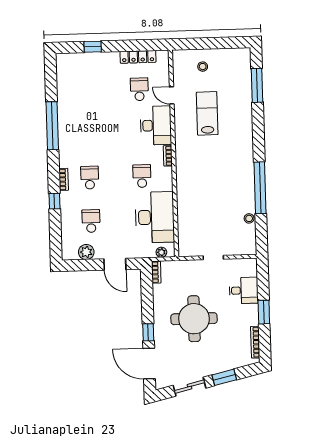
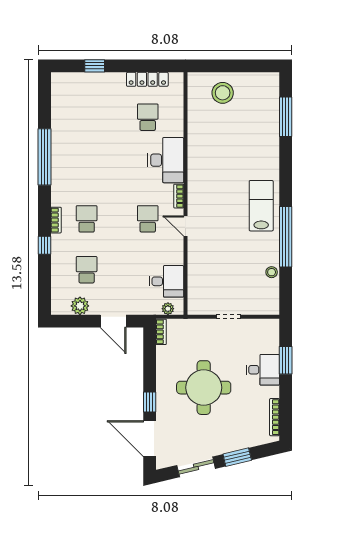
stool: (203, 67) -> (223, 93), width x1.89, depth x1.89
door: (172, 95) -> (185, 226), moved
lab bench: (207, 113) -> (261, 206), moved
desk: (155, 217) -> (166, 281), width x0.53, depth x0.77
desk: (244, 290) -> (263, 370), moved
window: (264, 312) -> (286, 360), moved

